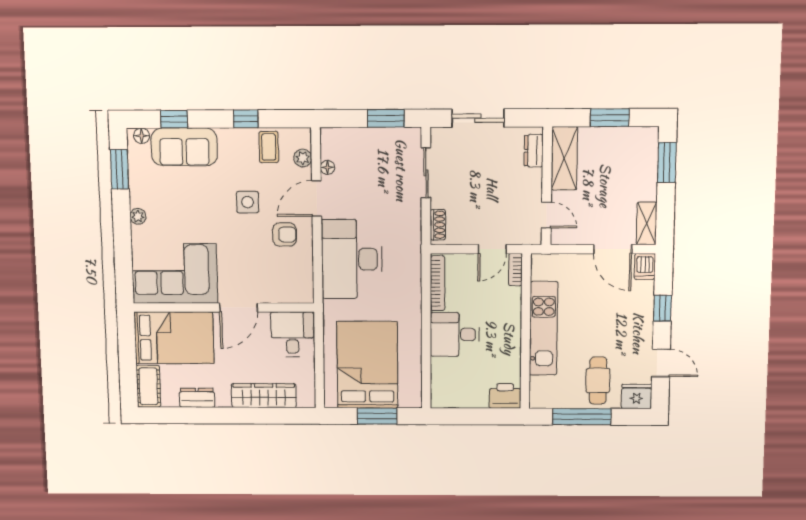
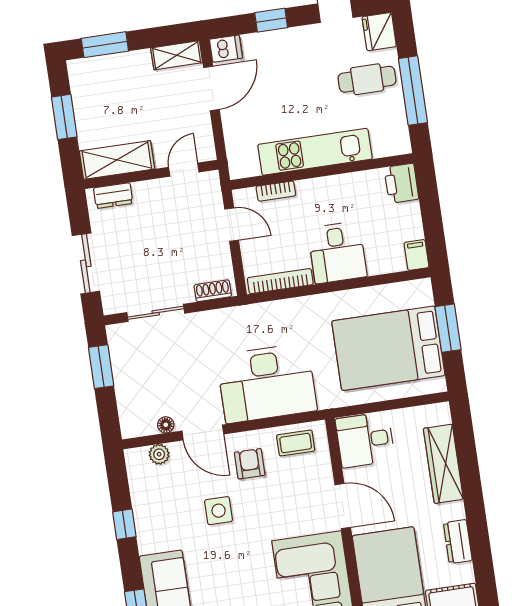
coffee table: (269, 147) -> (296, 443), moved
bookcase: (515, 270) -> (276, 191), moved
filing cabinet: (443, 399) -> (416, 255), added

